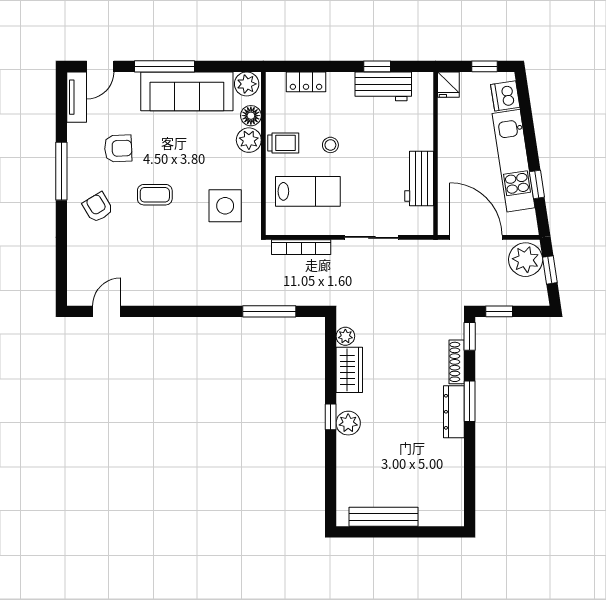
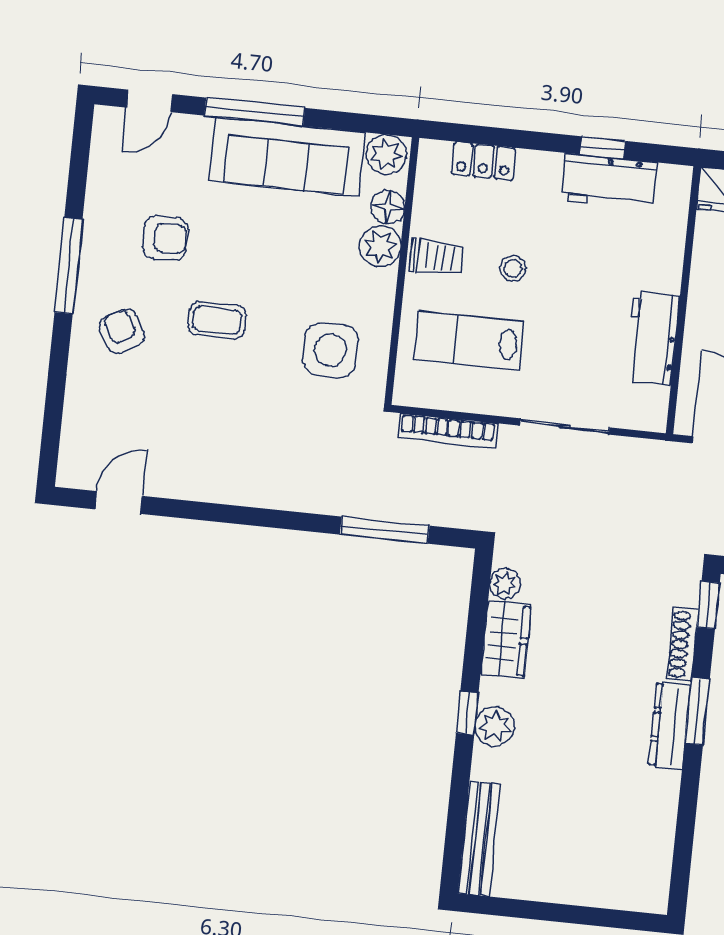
tv unit: (77, 97) -> (106, 147), removed
lab bench: (308, 191) -> (468, 340), turned 180
bench: (384, 517) -> (479, 839), moved, turned 90

